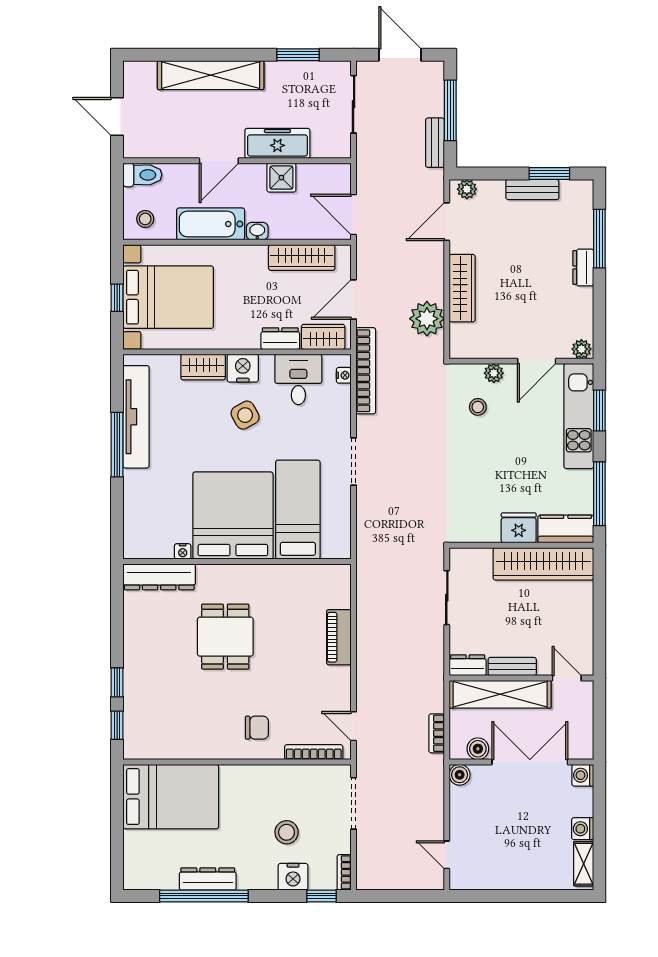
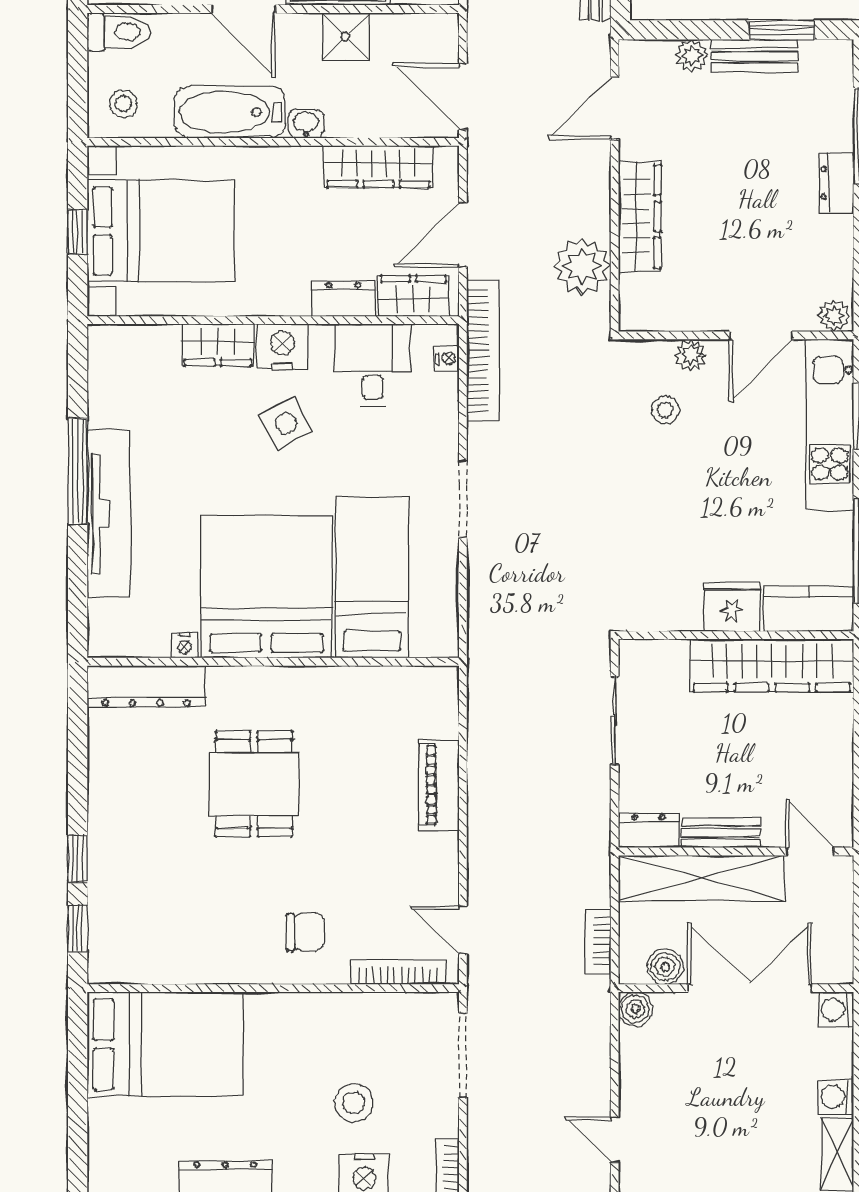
door: (219, 161) -> (243, 9), hinge flipped
plant: (467, 189) -> (692, 55), moved
tv unit: (136, 417) -> (108, 513), moved

